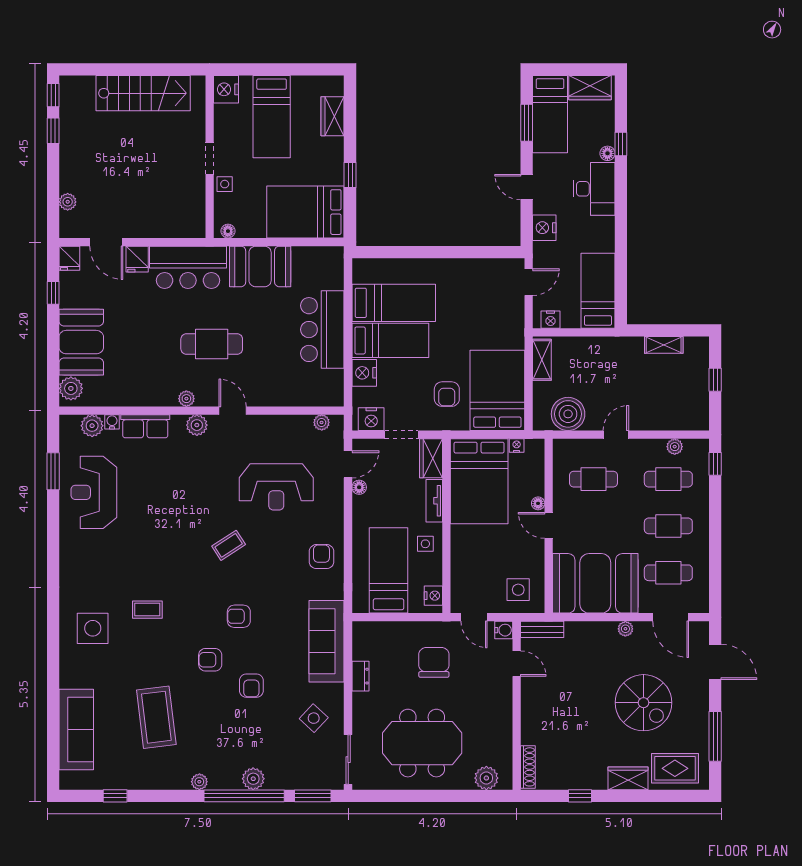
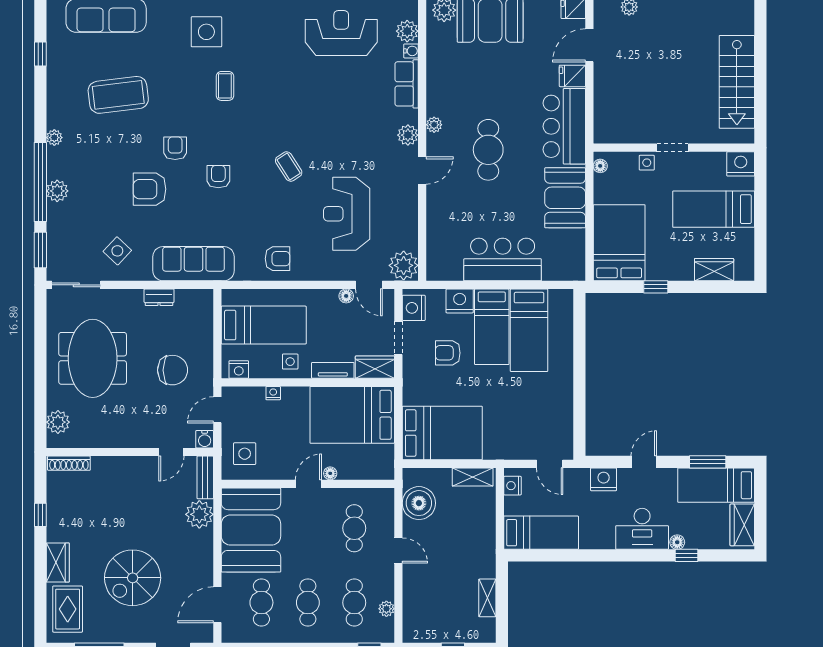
armchair: (447, 394) -> (448, 353), moved
plant: (322, 422) -> (404, 265), width x1.87, depth x1.87
nightstand: (517, 445) -> (273, 393), moved, turned -90
plant: (625, 629) -> (199, 514), moved, width x1.88, depth x1.88
armchair: (251, 686) -> (150, 189), width x1.38, depth x1.38

